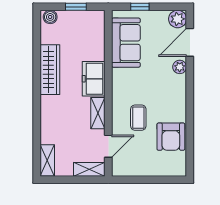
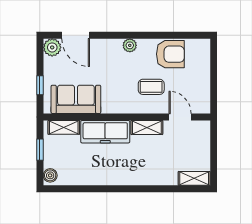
plant: (180, 67) -> (130, 45), moved
wardrobe: (50, 70) -> (103, 176), removed
freezer: (94, 79) -> (105, 132), width x1.40
shelving: (89, 169) -> (64, 127), moved, turned 90

